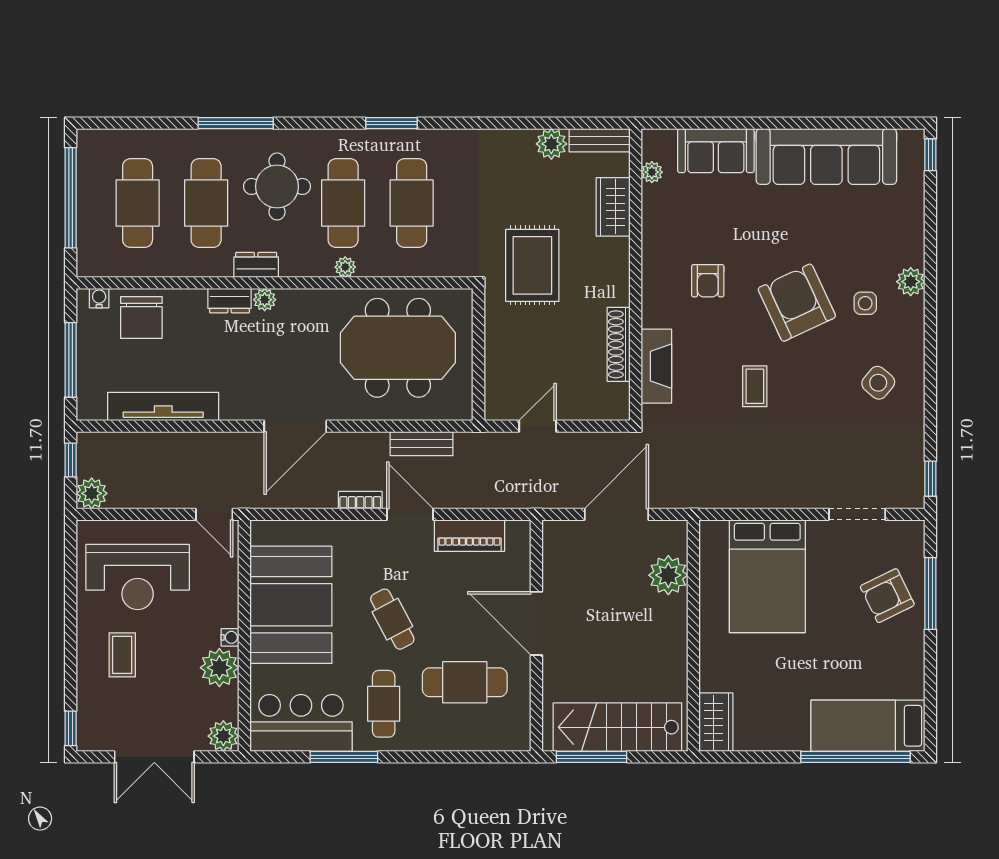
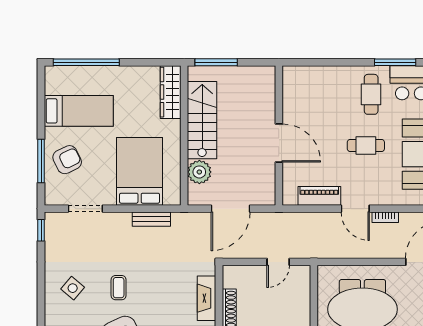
coffee table: (755, 386) -> (119, 288), moved
bench: (422, 444) -> (151, 219), moved
cafe table: (392, 619) -> (366, 145), turned -62
cafe table: (465, 682) -> (322, 107), removed
wardrobe: (716, 722) -> (171, 92), width x1.50
bed: (868, 726) -> (79, 111), moved
stairs: (617, 727) -> (202, 120), moved, turned -90
window: (591, 757) -> (216, 62), moved

